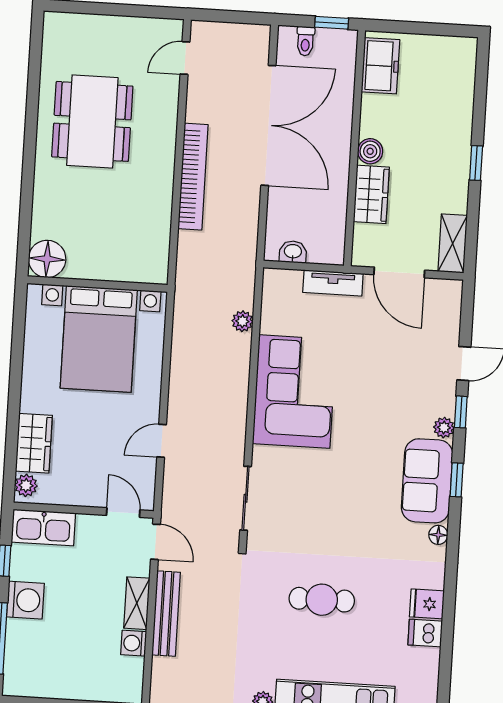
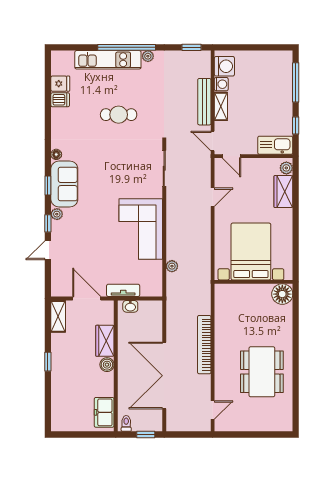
window: (332, 23) -> (146, 434), moved
toilet: (305, 41) -> (126, 423), moved
washbasin: (293, 252) -> (130, 306), moved
washing machine: (25, 600) -> (224, 66), moved, turned 180
fridge: (427, 604) -> (60, 84), moved

